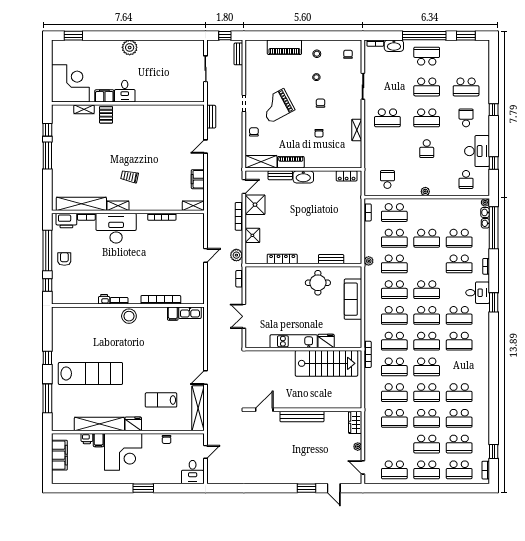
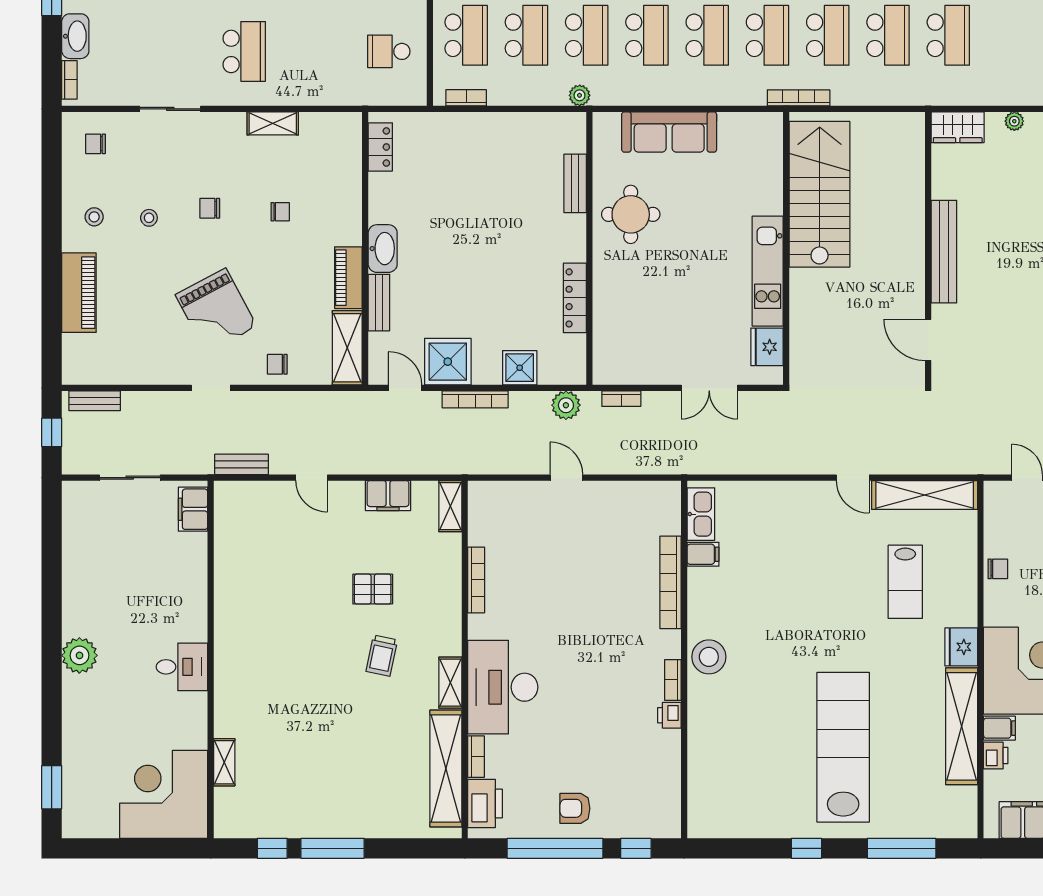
filing cabinet: (104, 96) -> (193, 509), moved
pallet: (106, 115) -> (373, 589), moved
fridge: (326, 341) -> (767, 347), moved

